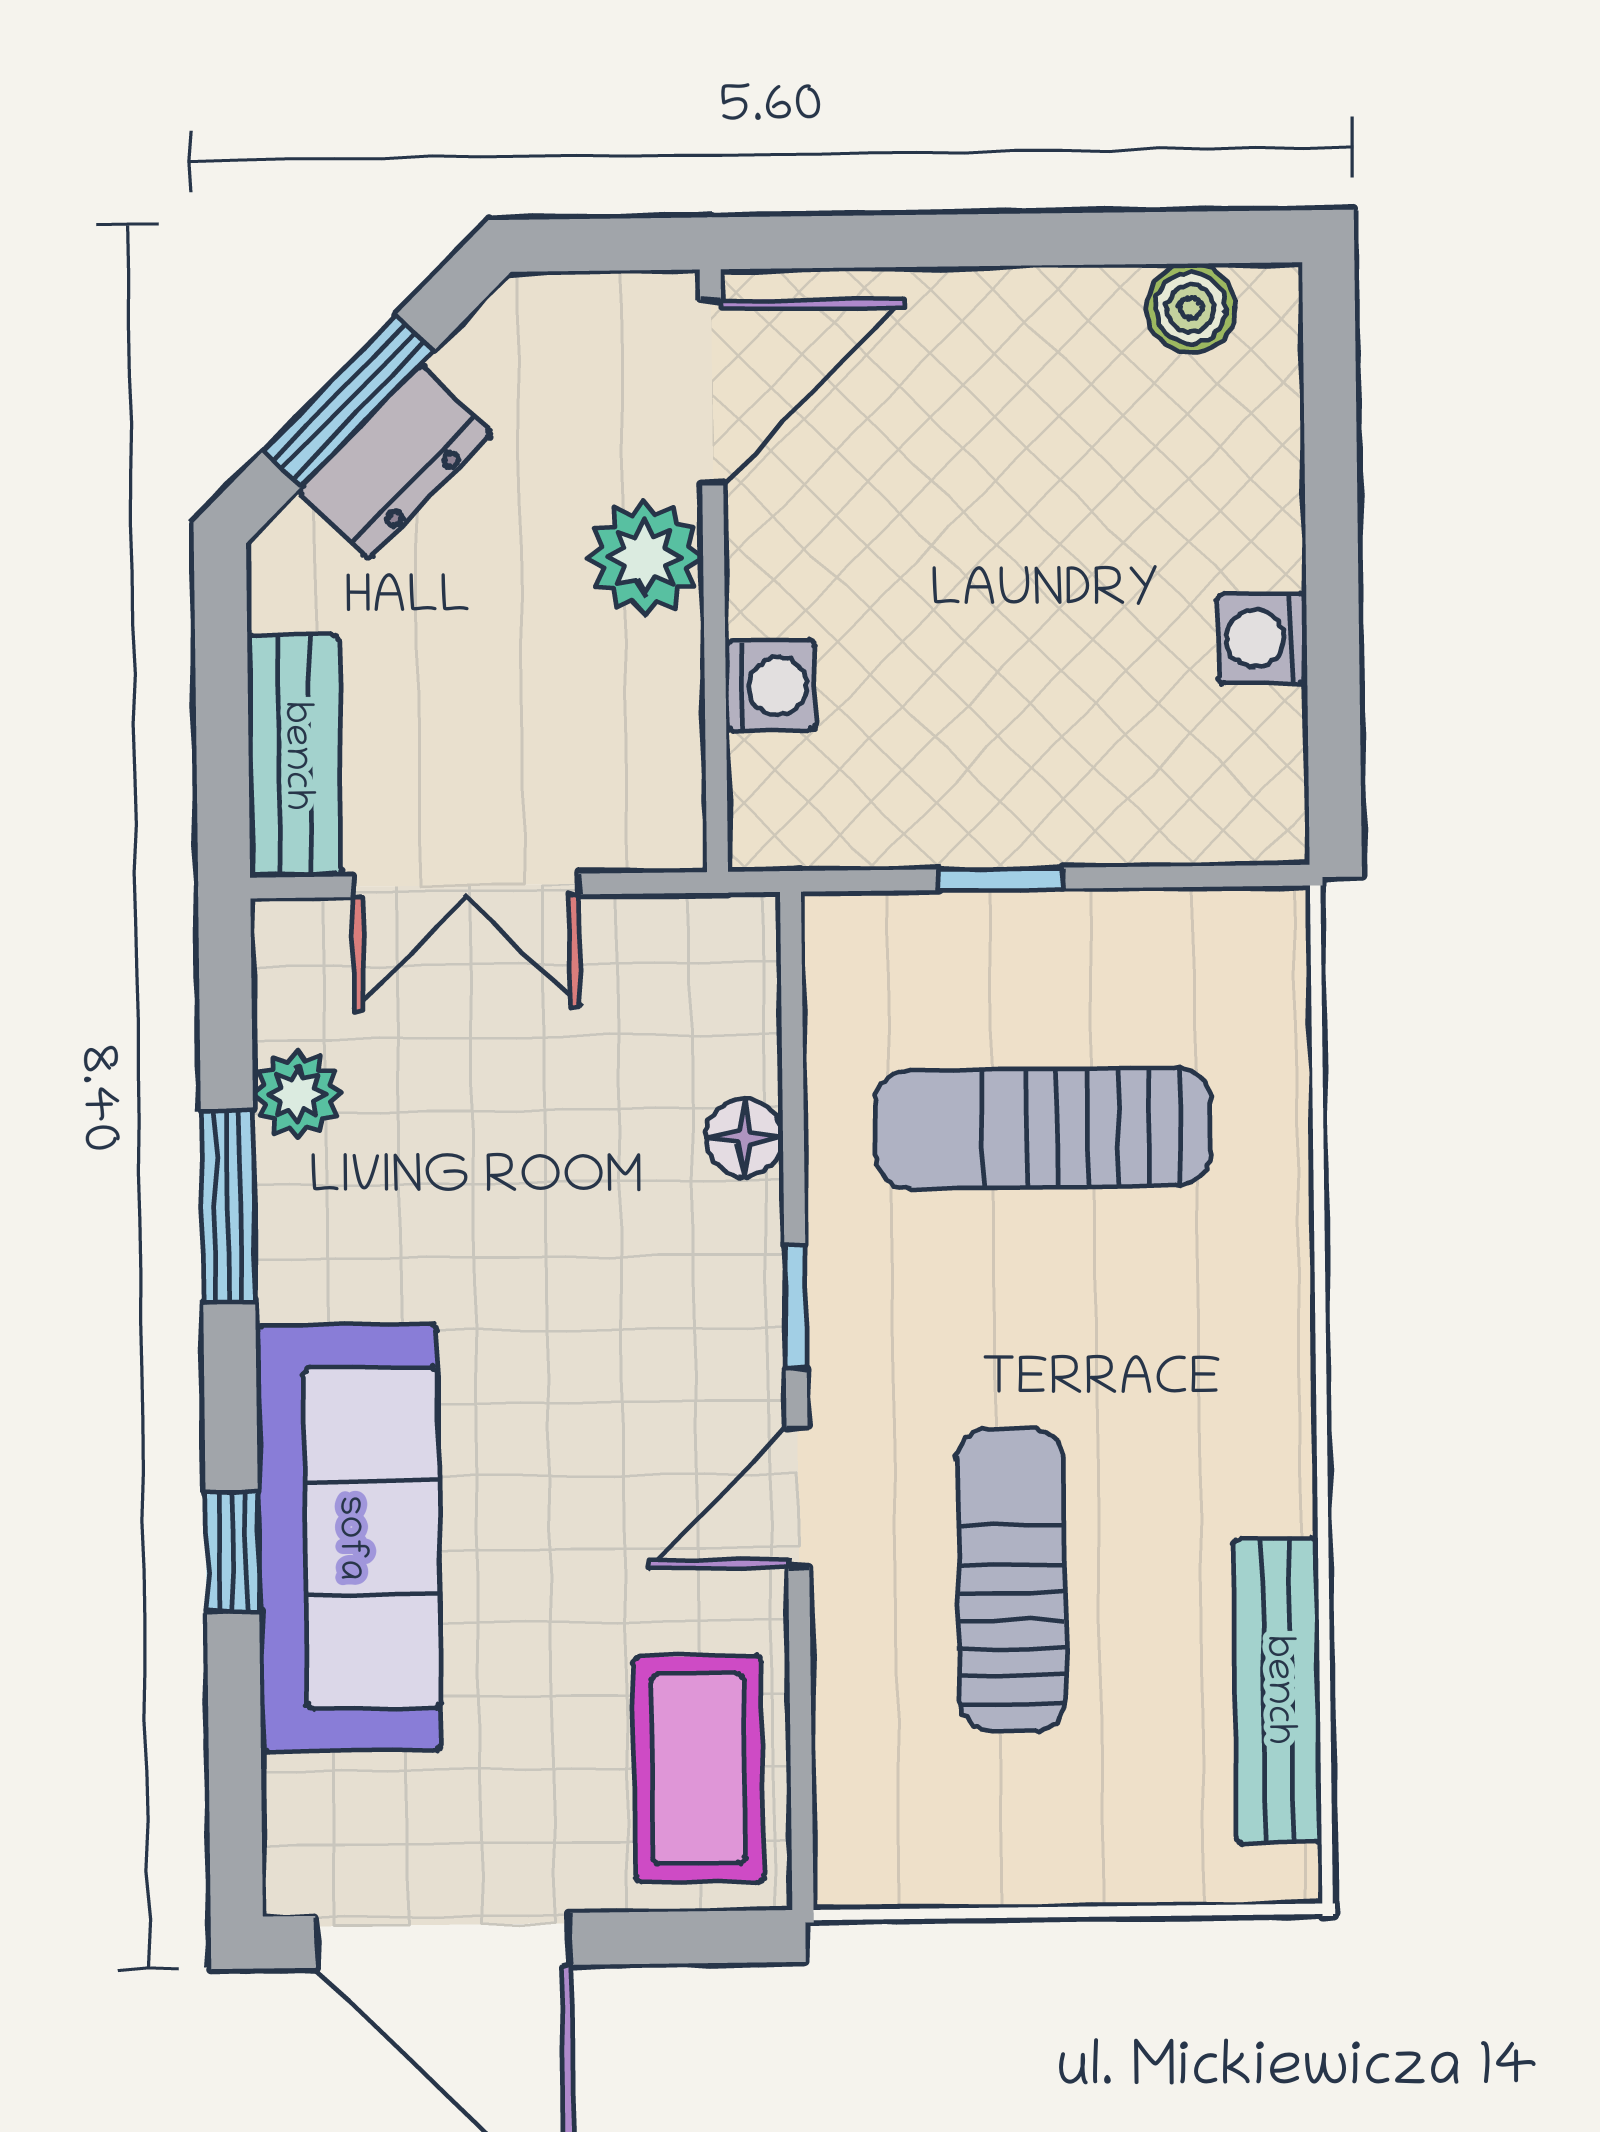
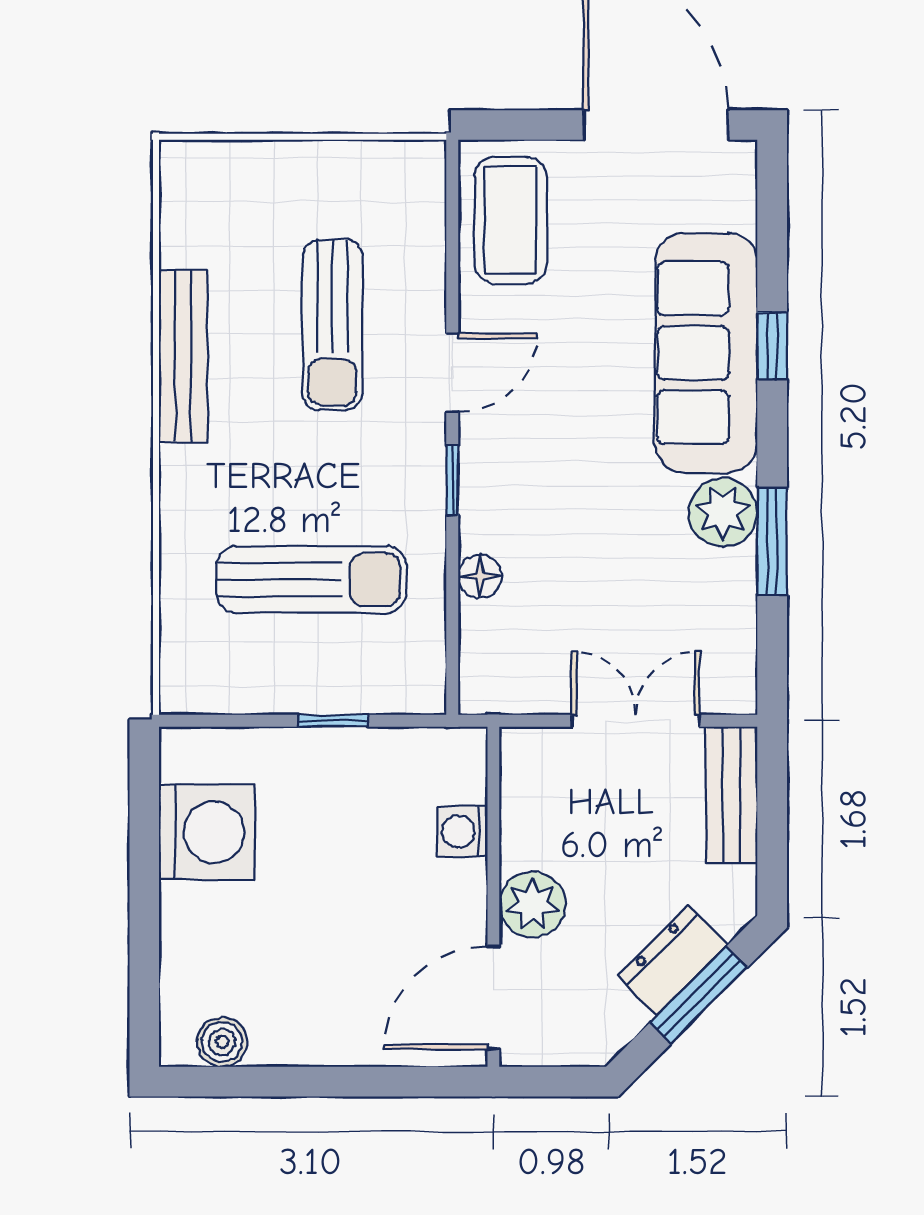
washing machine: (1262, 639) -> (207, 832), width x1.89, depth x1.89
plant: (297, 1094) -> (723, 512), moved, width x1.38, depth x1.38
bench: (1277, 1690) -> (183, 356), moved

